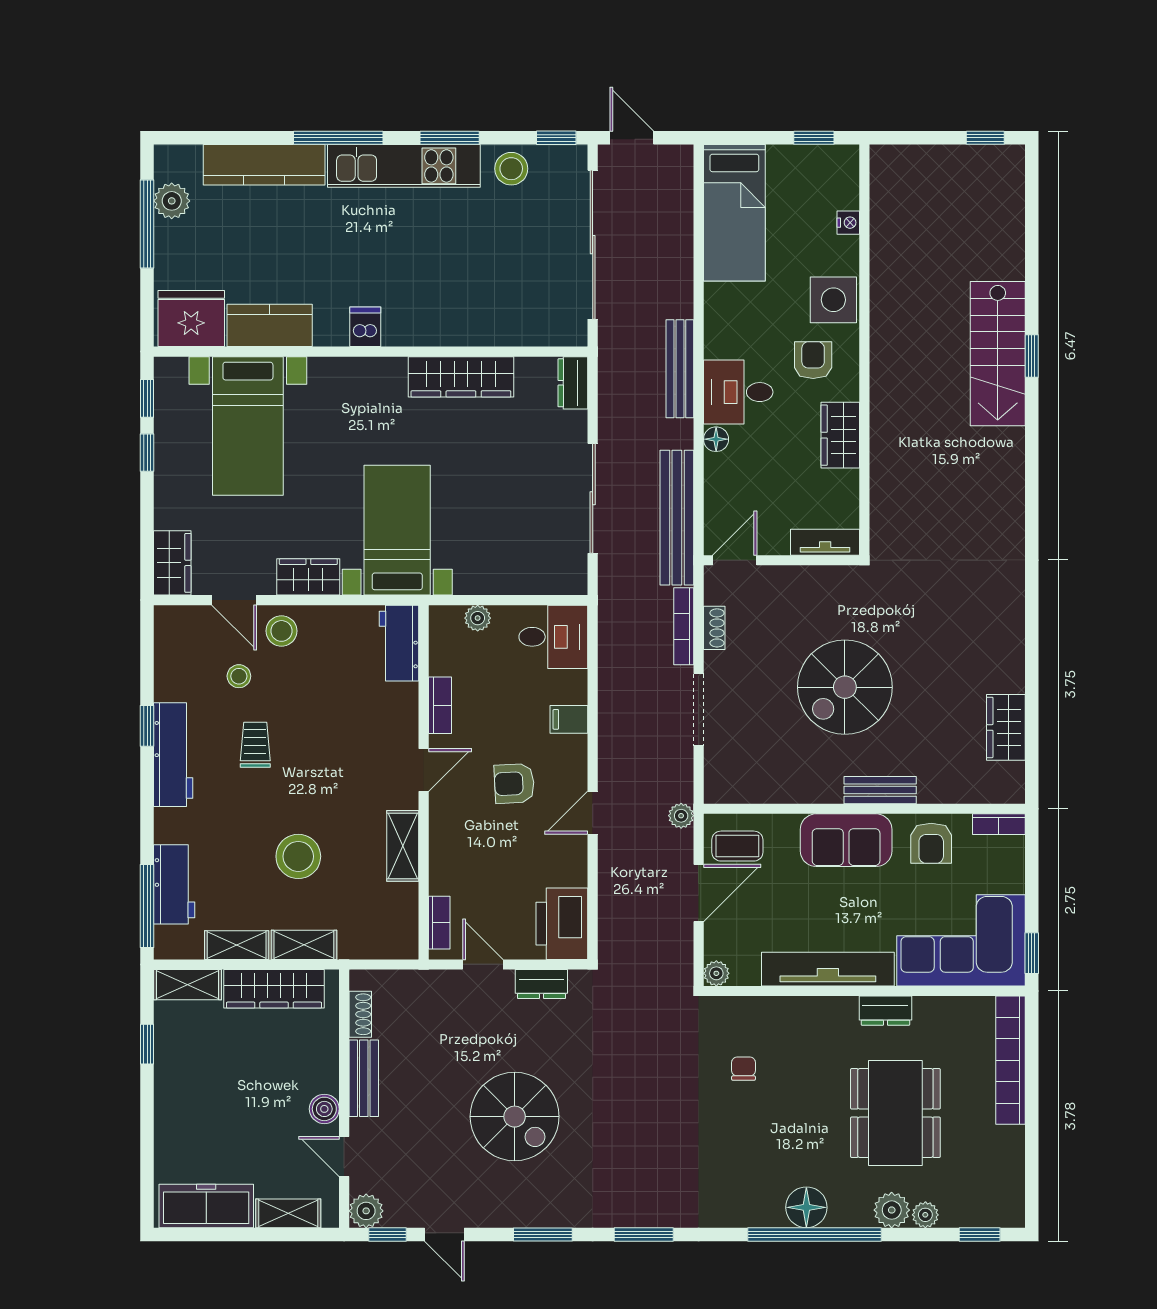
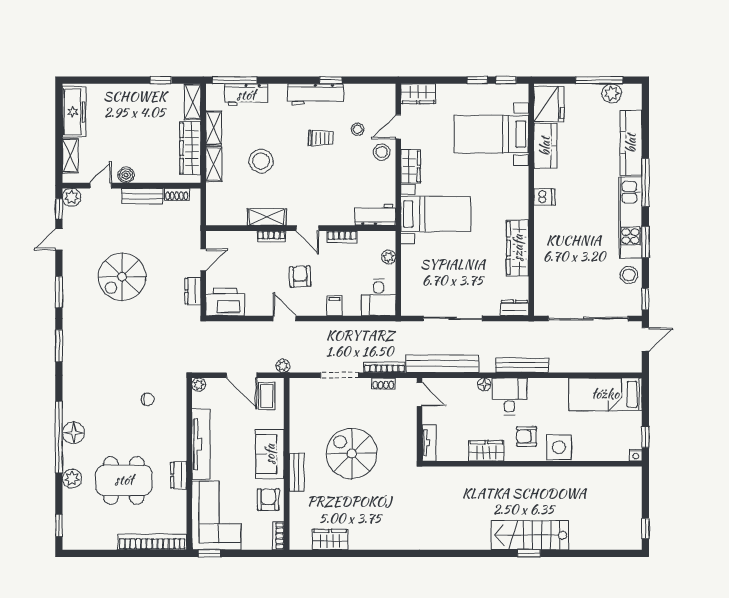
nightstand: (848, 223) -> (636, 455), moved
armchair: (813, 360) -> (527, 436), turned 180
armchair: (931, 843) -> (268, 500), turned 90
bookcase: (439, 923) -> (271, 236), moved
plant: (925, 1215) -> (69, 496), removed

